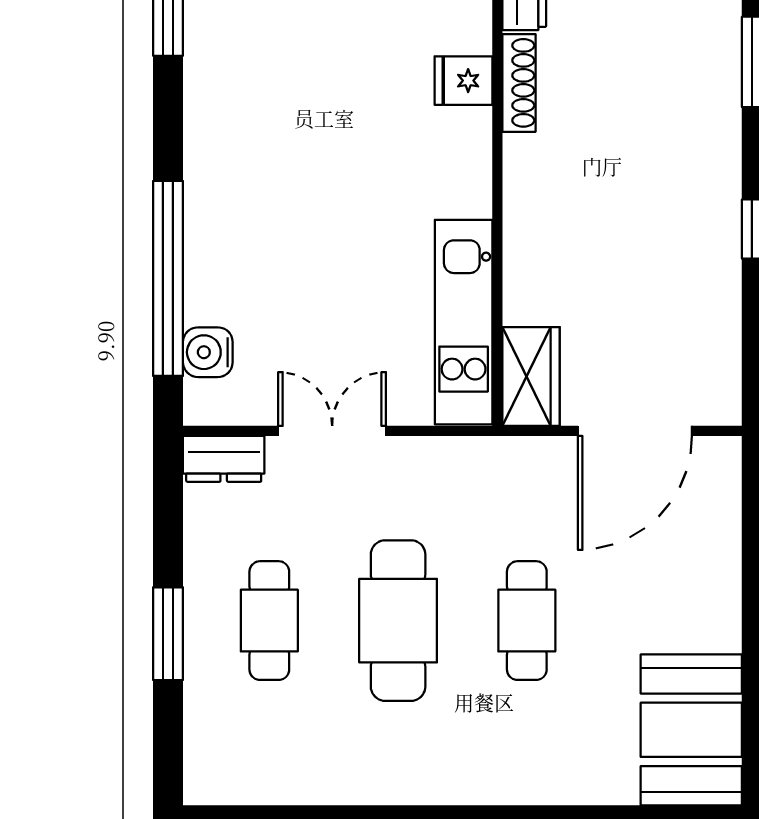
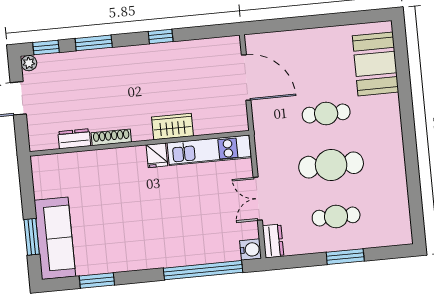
fridge: (463, 81) -> (157, 155), moved
water cooler: (208, 352) -> (251, 250), moved, turned -90
wardrobe: (531, 377) -> (172, 127), moved
booth: (691, 730) -> (375, 64), moved, turned 90

